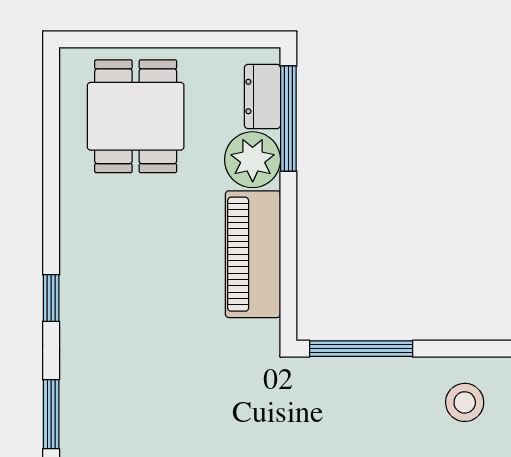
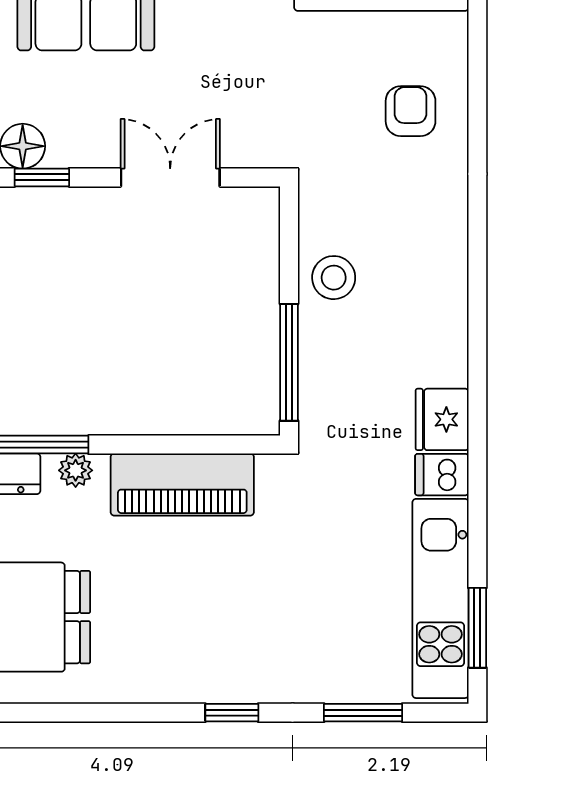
plant: (253, 160) -> (76, 470), width x0.53, depth x0.53
stool: (465, 402) -> (334, 278), moved

